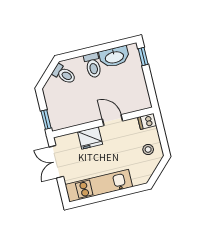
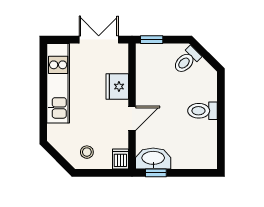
window: (143, 56) -> (156, 173), moved
washbasin: (114, 57) -> (153, 158), moved, turned 90
toilet: (64, 74) -> (187, 60), moved

